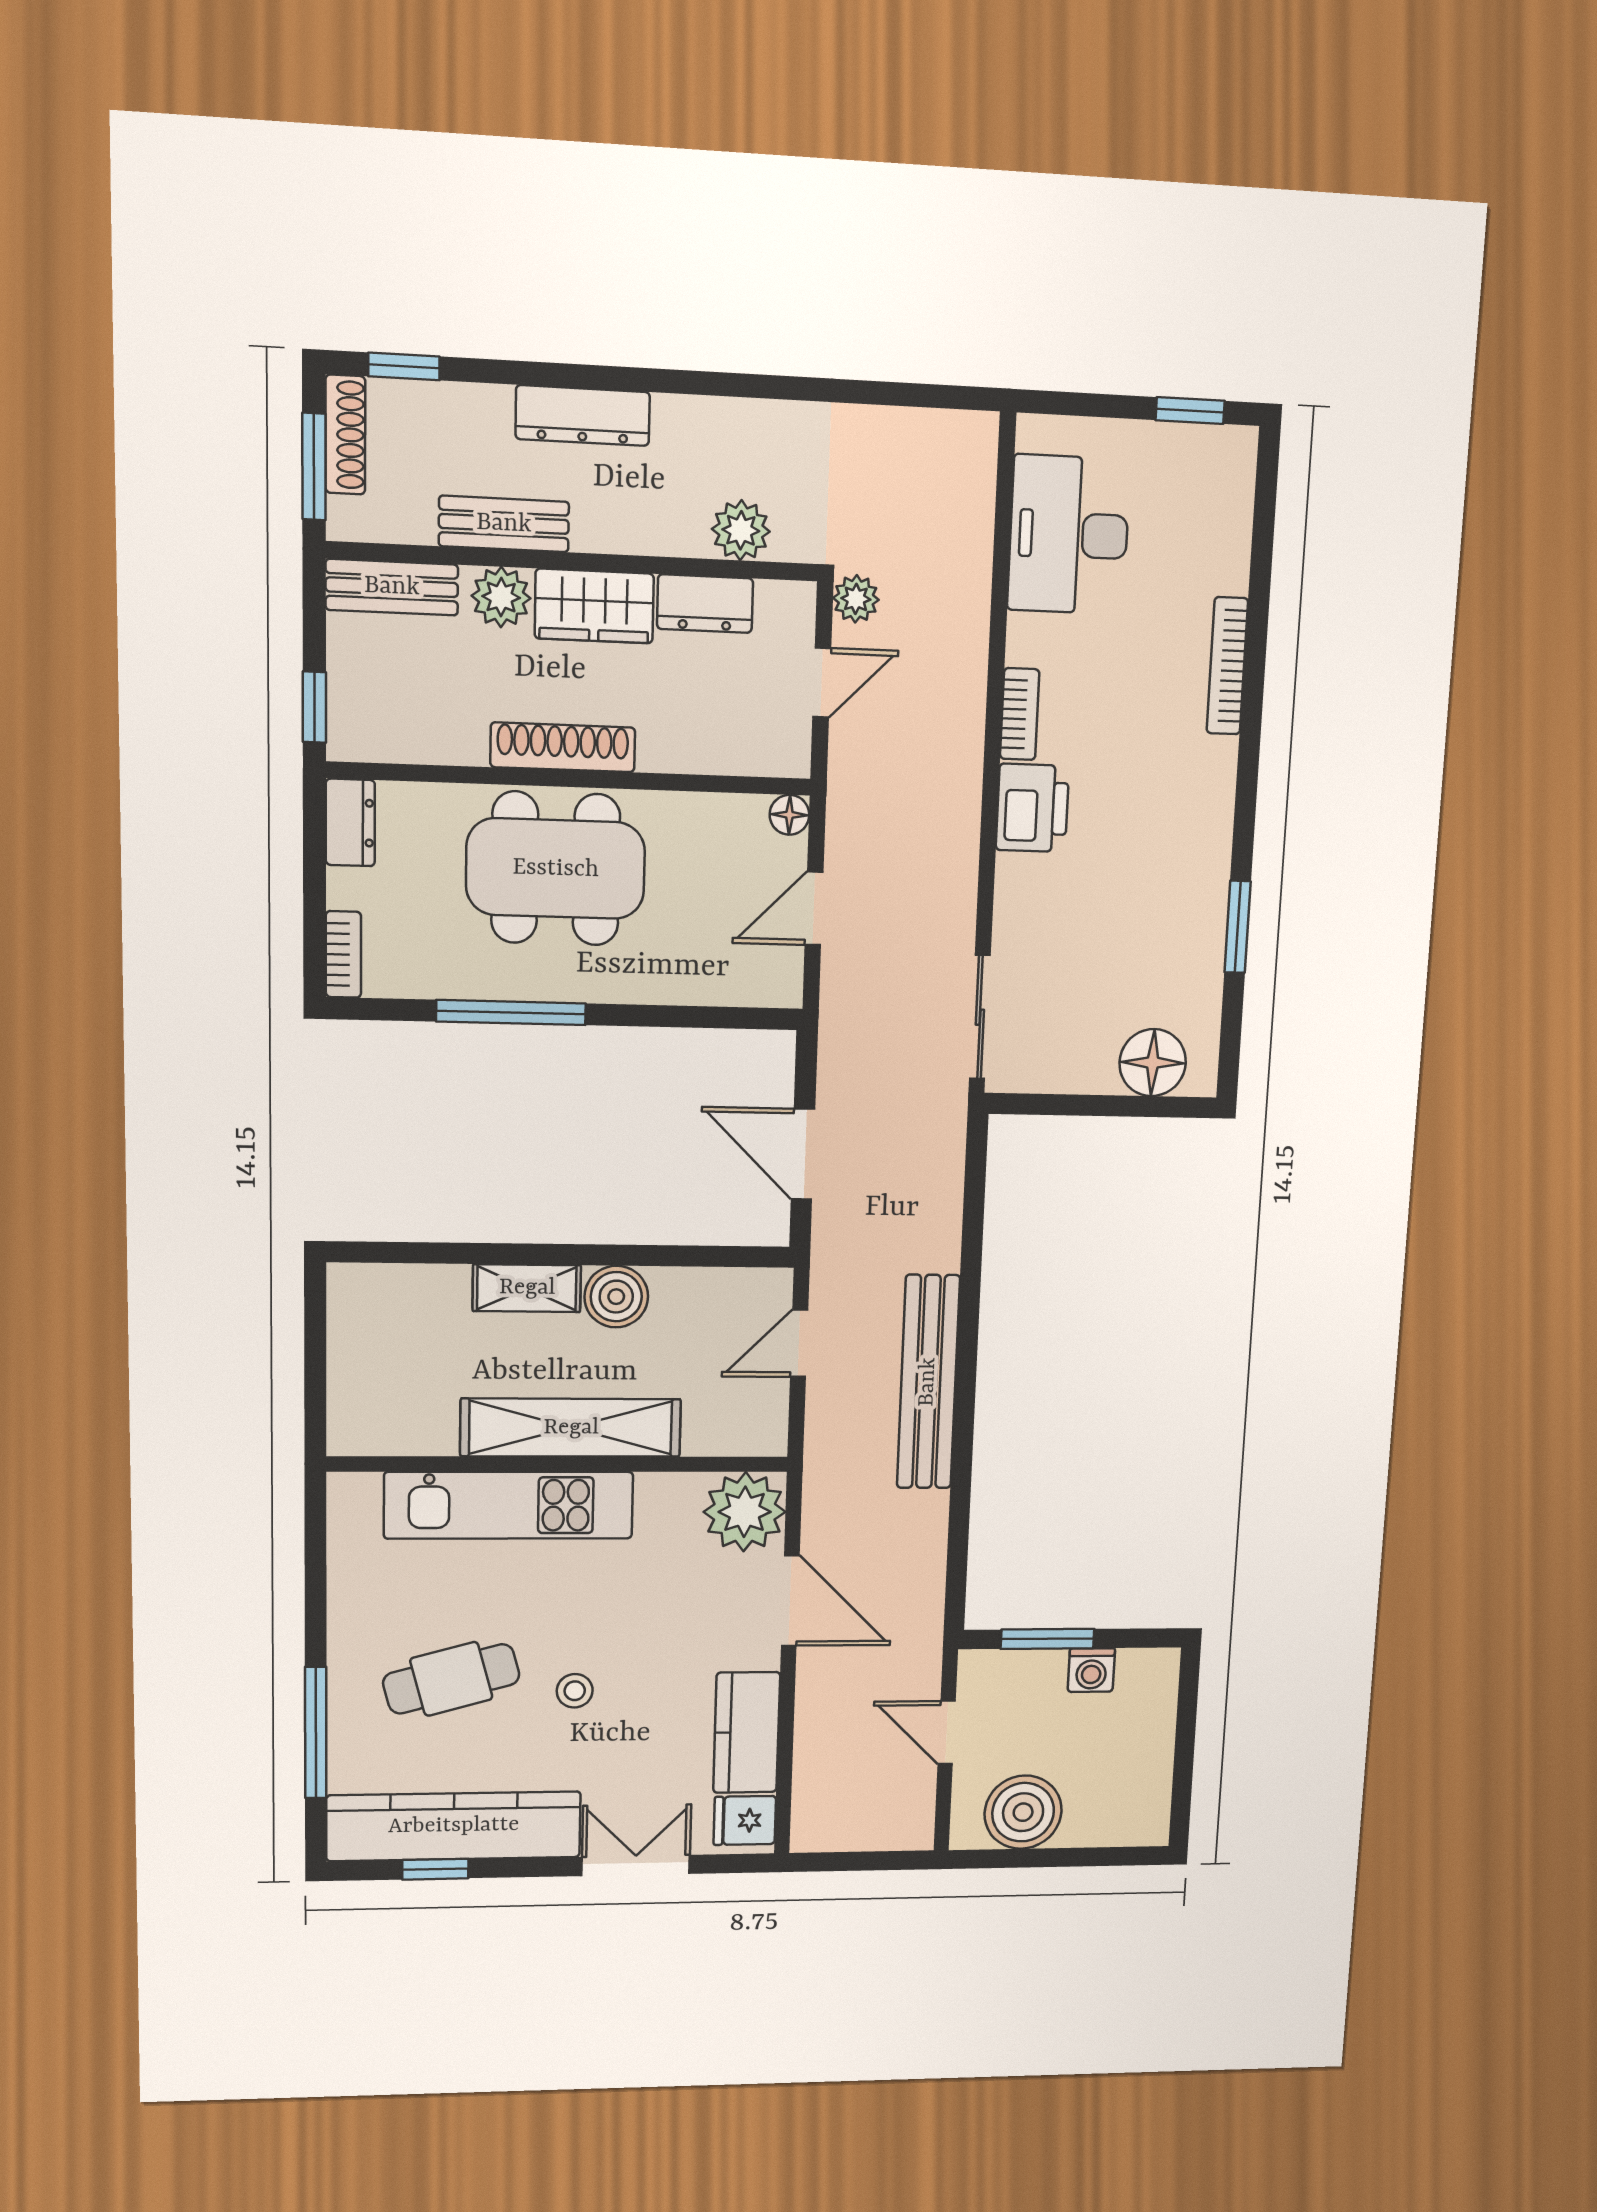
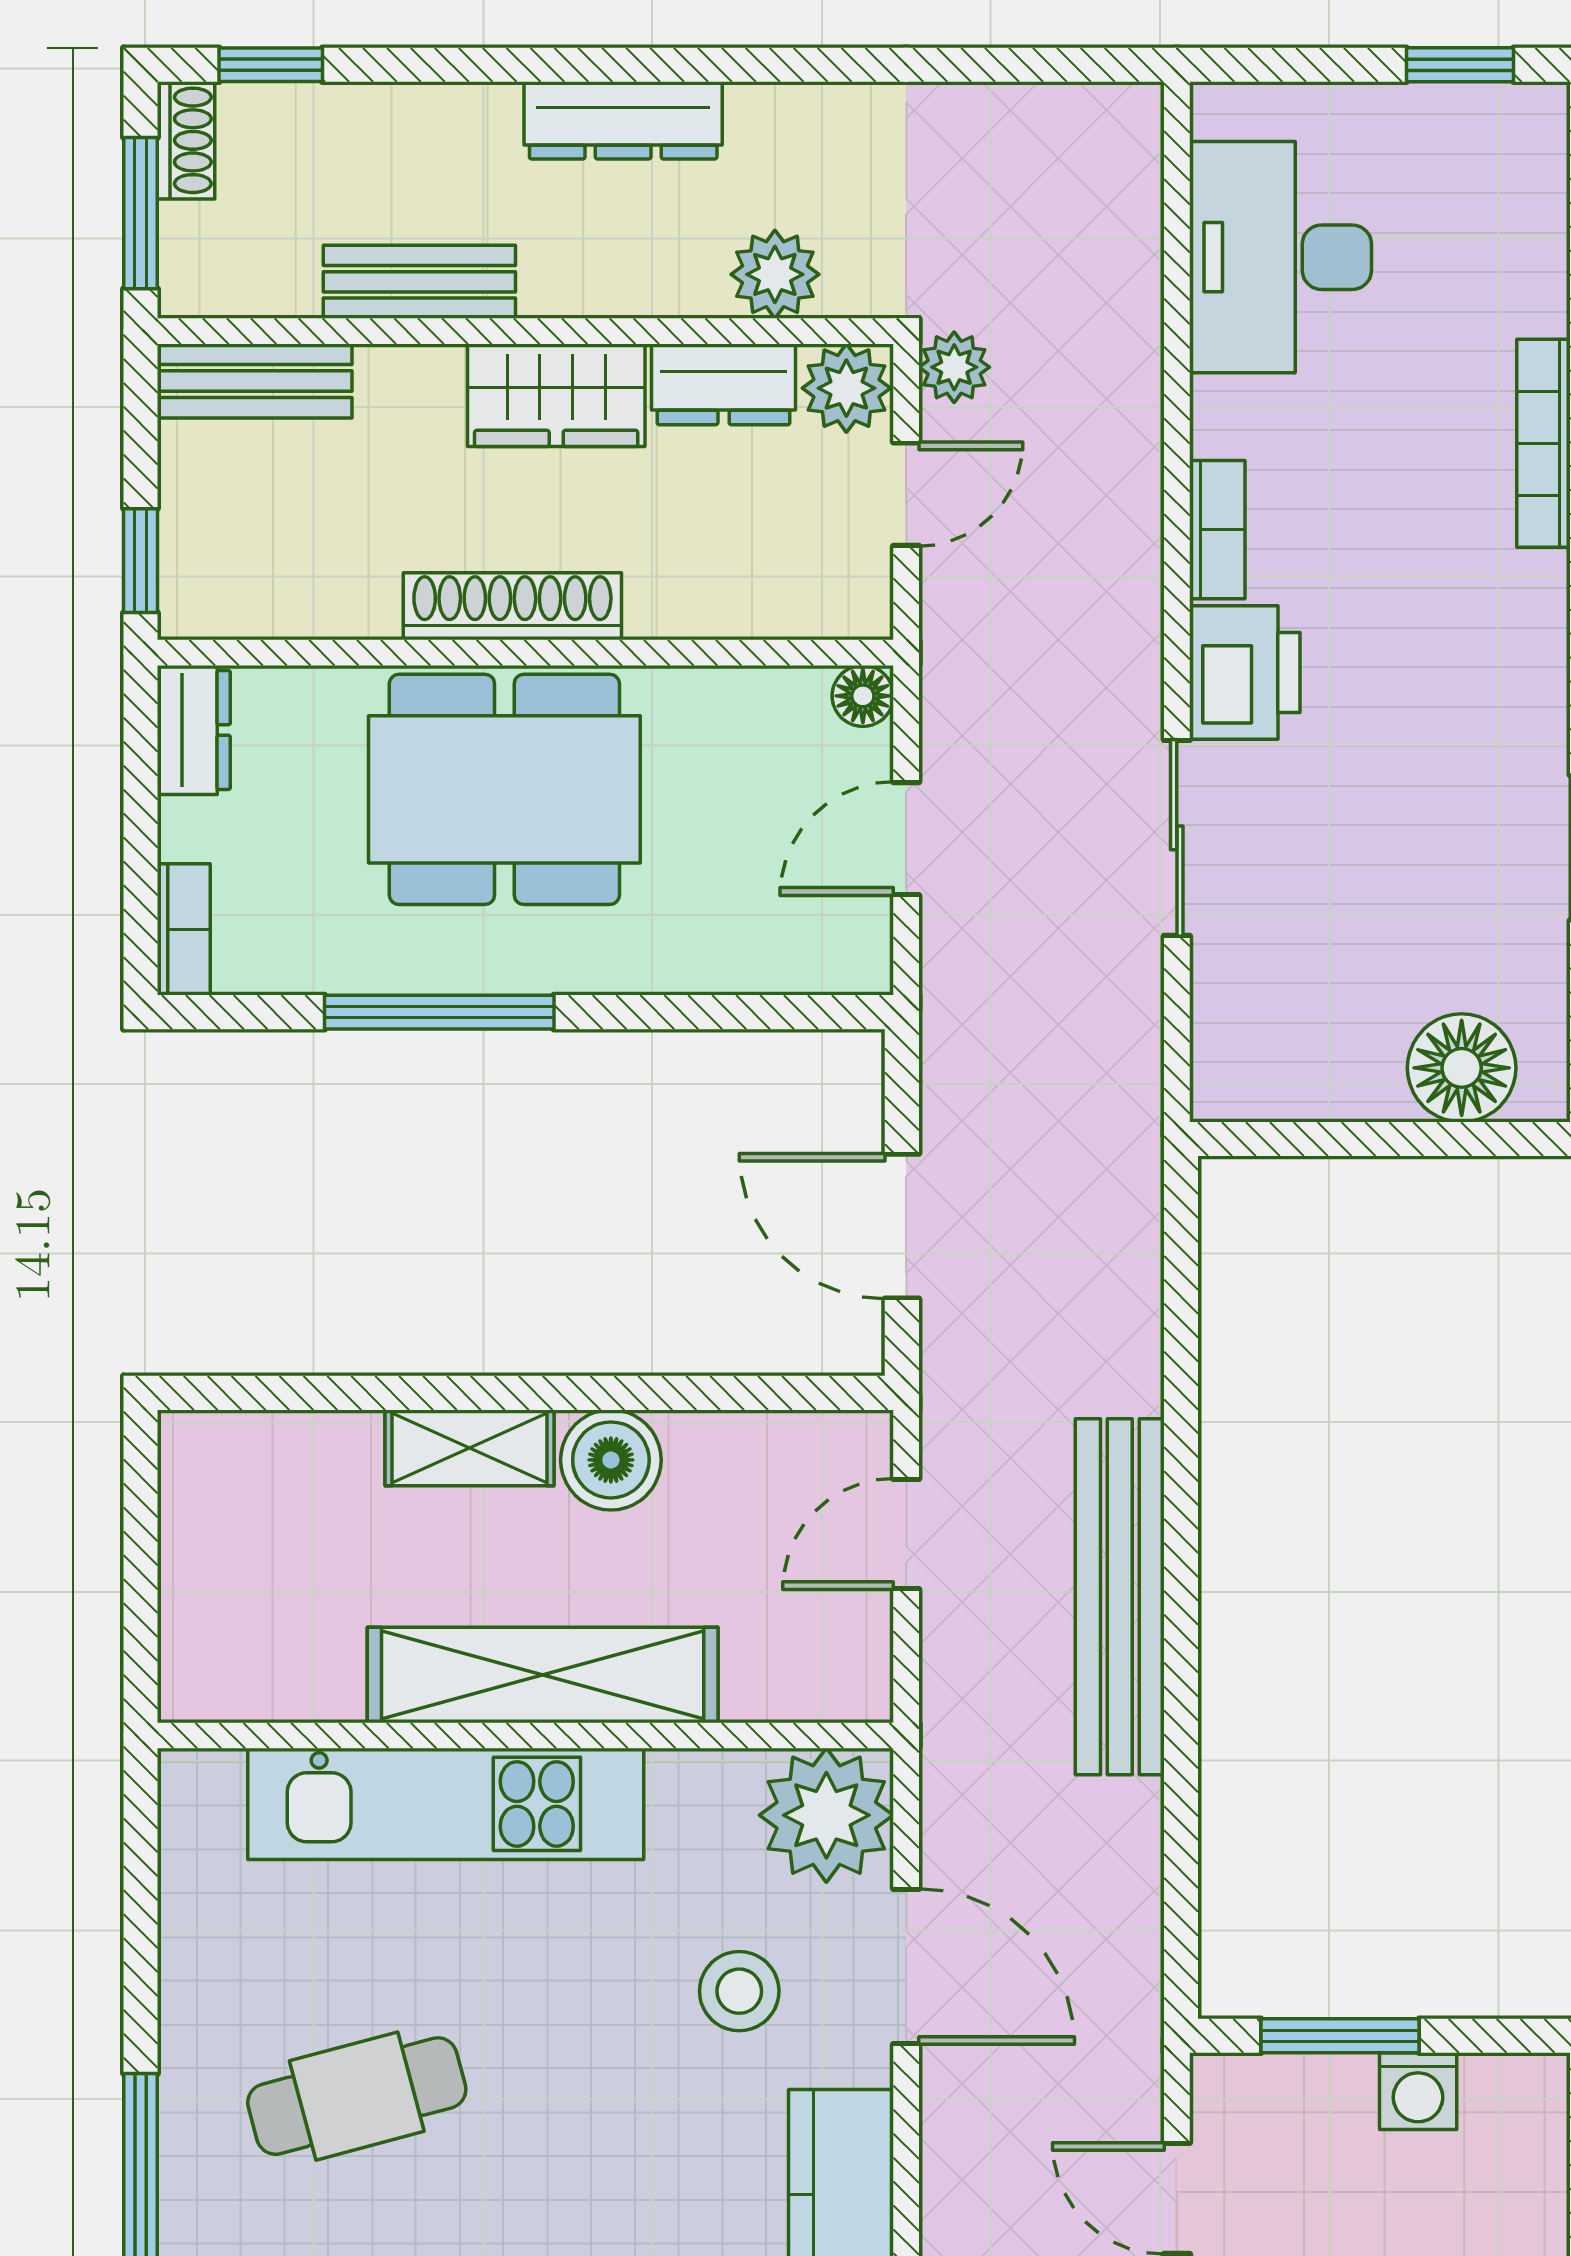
dresser: (583, 415) -> (623, 120), moved
shoe rack: (345, 435) -> (186, 140), width x0.70
plant: (501, 597) -> (846, 388), moved
sliding door: (980, 1017) -> (1177, 838), moved
stool: (575, 1691) -> (739, 1991), moved, width x1.37, depth x1.37

